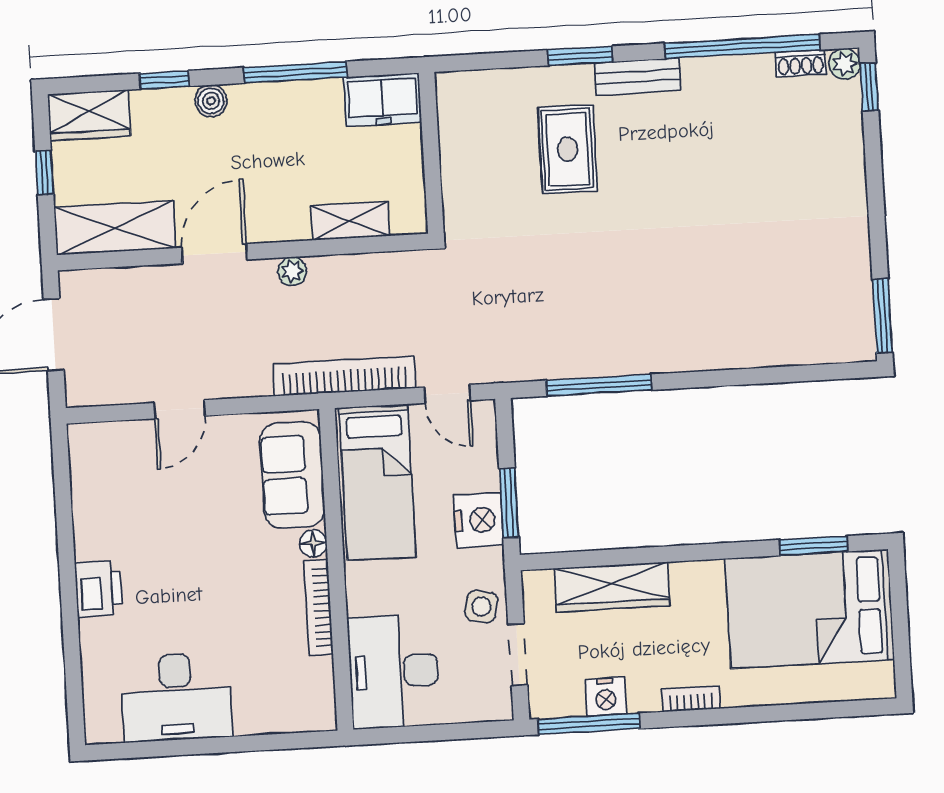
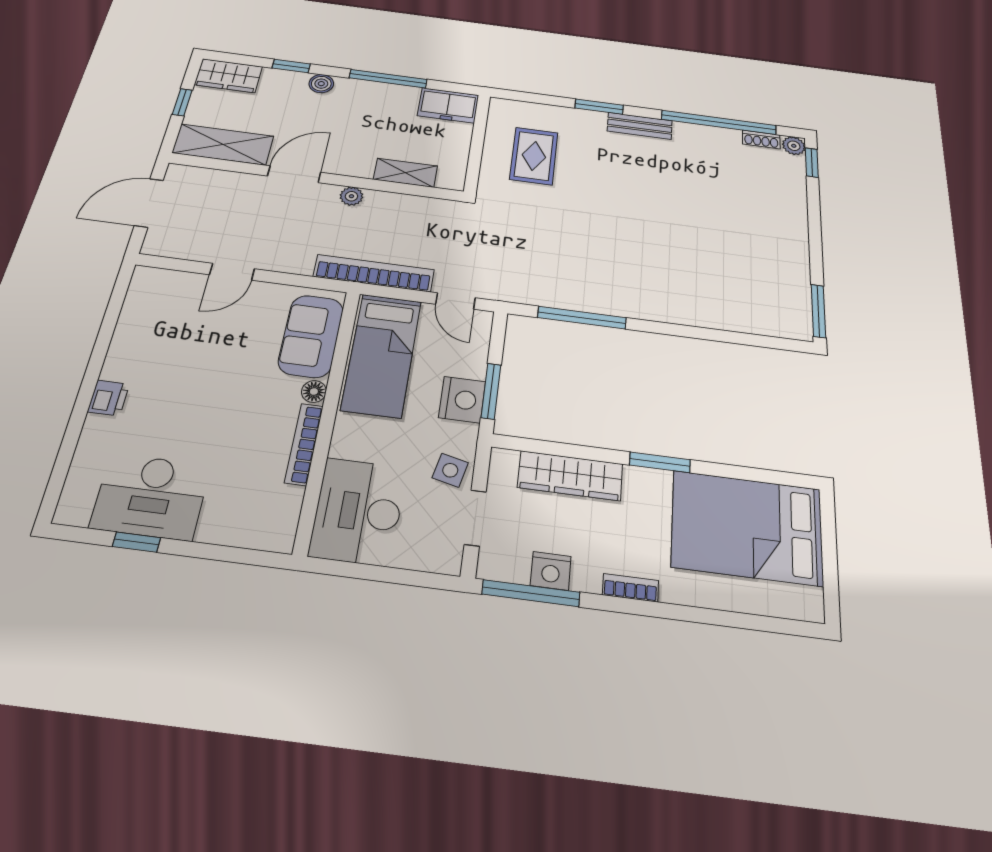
rug: (568, 149) -> (534, 156), moved
window: (813, 546) -> (660, 462), moved
printer: (98, 589) -> (108, 398), width x0.73, depth x0.81
window: (177, 748) -> (136, 542), added

